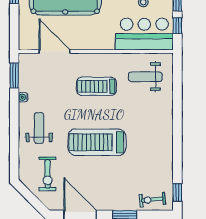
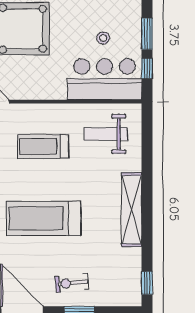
shelving: (165, 135) -> (132, 210), added
exercise bike: (152, 200) -> (72, 283), moved

